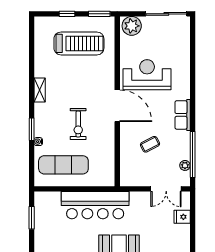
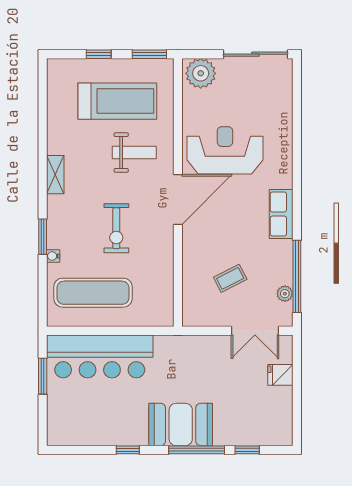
weight bench: (90, 76) -> (134, 153), added
door: (117, 106) -> (178, 199), hinge flipped
coffee table: (150, 144) -> (230, 278), moved
bar counter: (95, 205) -> (100, 356), moved

